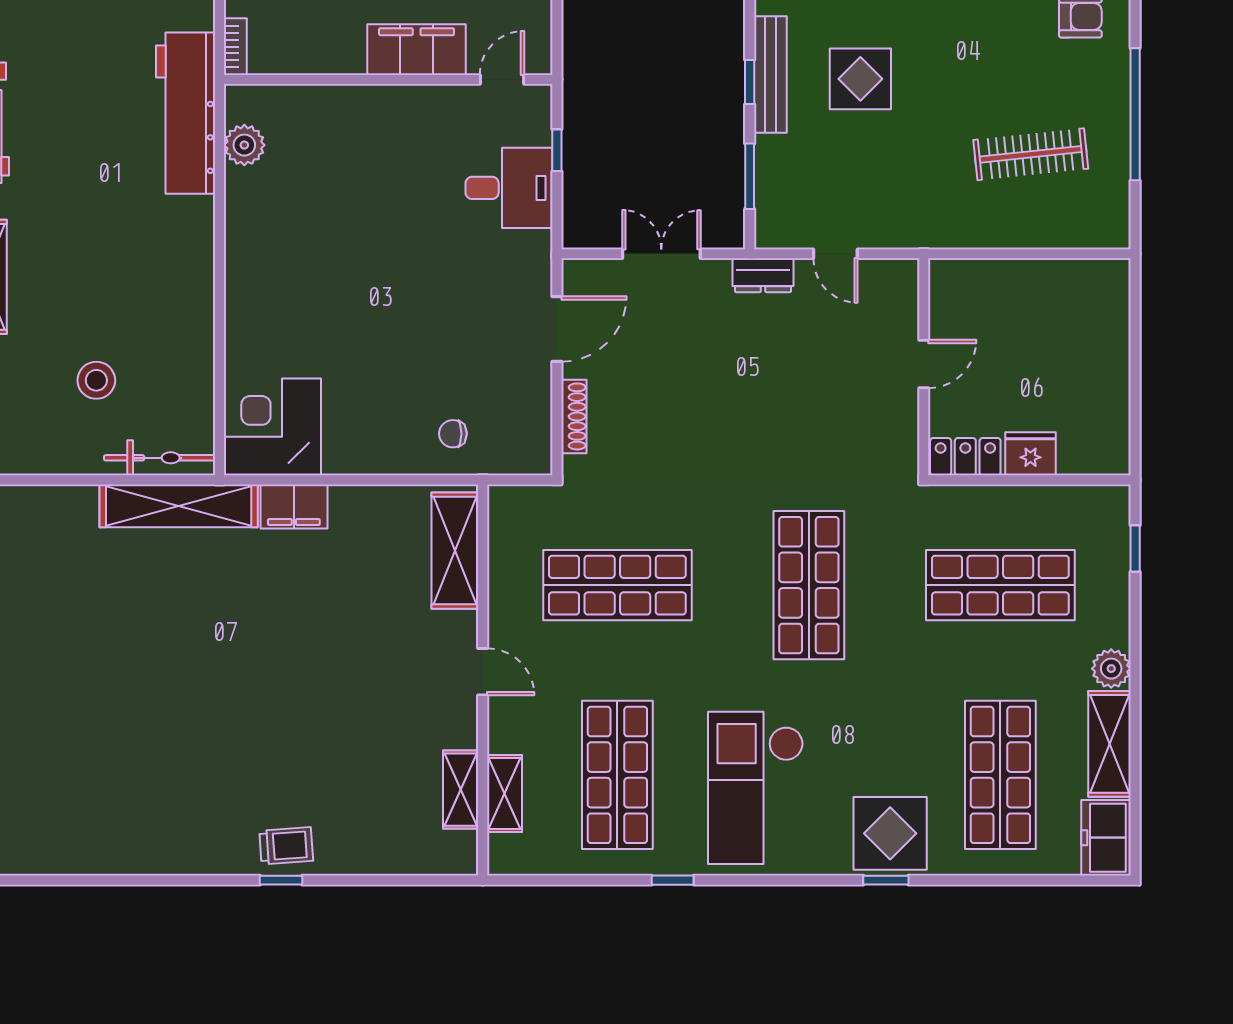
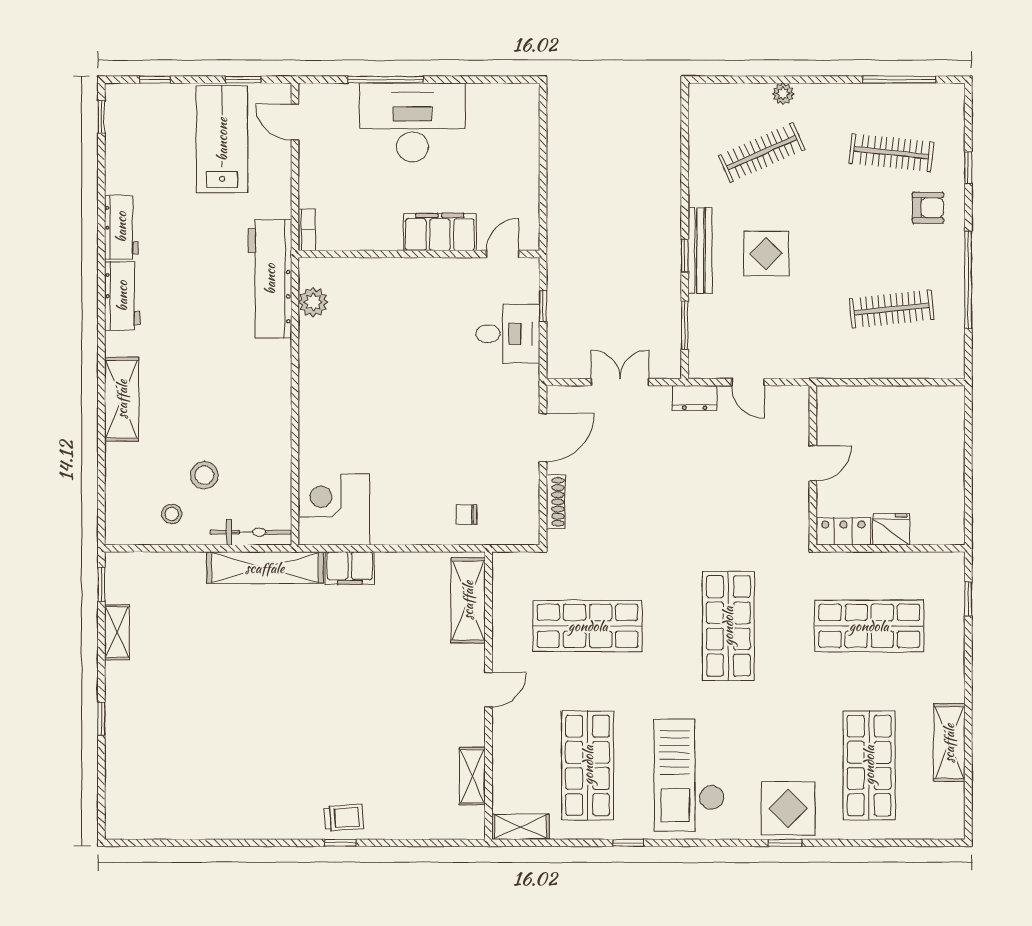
stool: (52, 433) -> (172, 514), added
plant: (1111, 669) -> (951, 687), removed
door: (483, 672) -> (488, 690), hinge flipped
shelving: (504, 794) -> (521, 827), moved, turned 90
freezer: (1106, 838) -> (947, 812), removed

